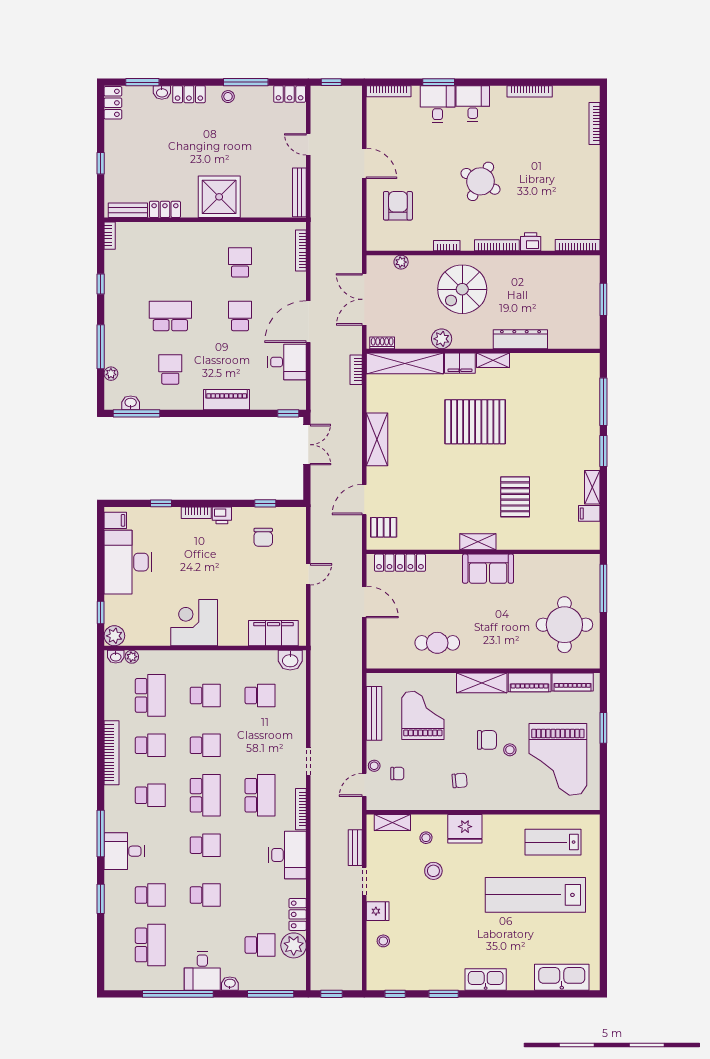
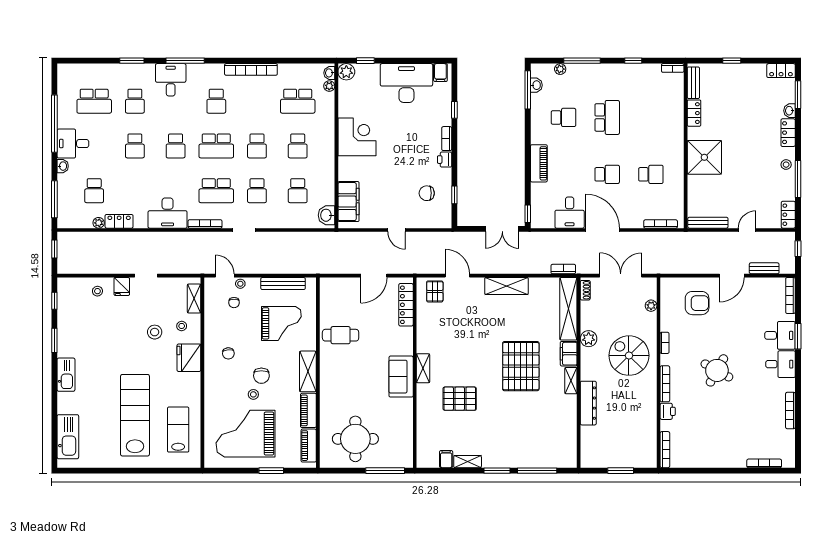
cafe table: (437, 643) -> (341, 335), turned 90
school desk: (150, 745) -> (257, 191), moved
bench: (355, 848) -> (764, 268), moved
plant: (294, 945) -> (99, 223), width x0.53, depth x0.53

